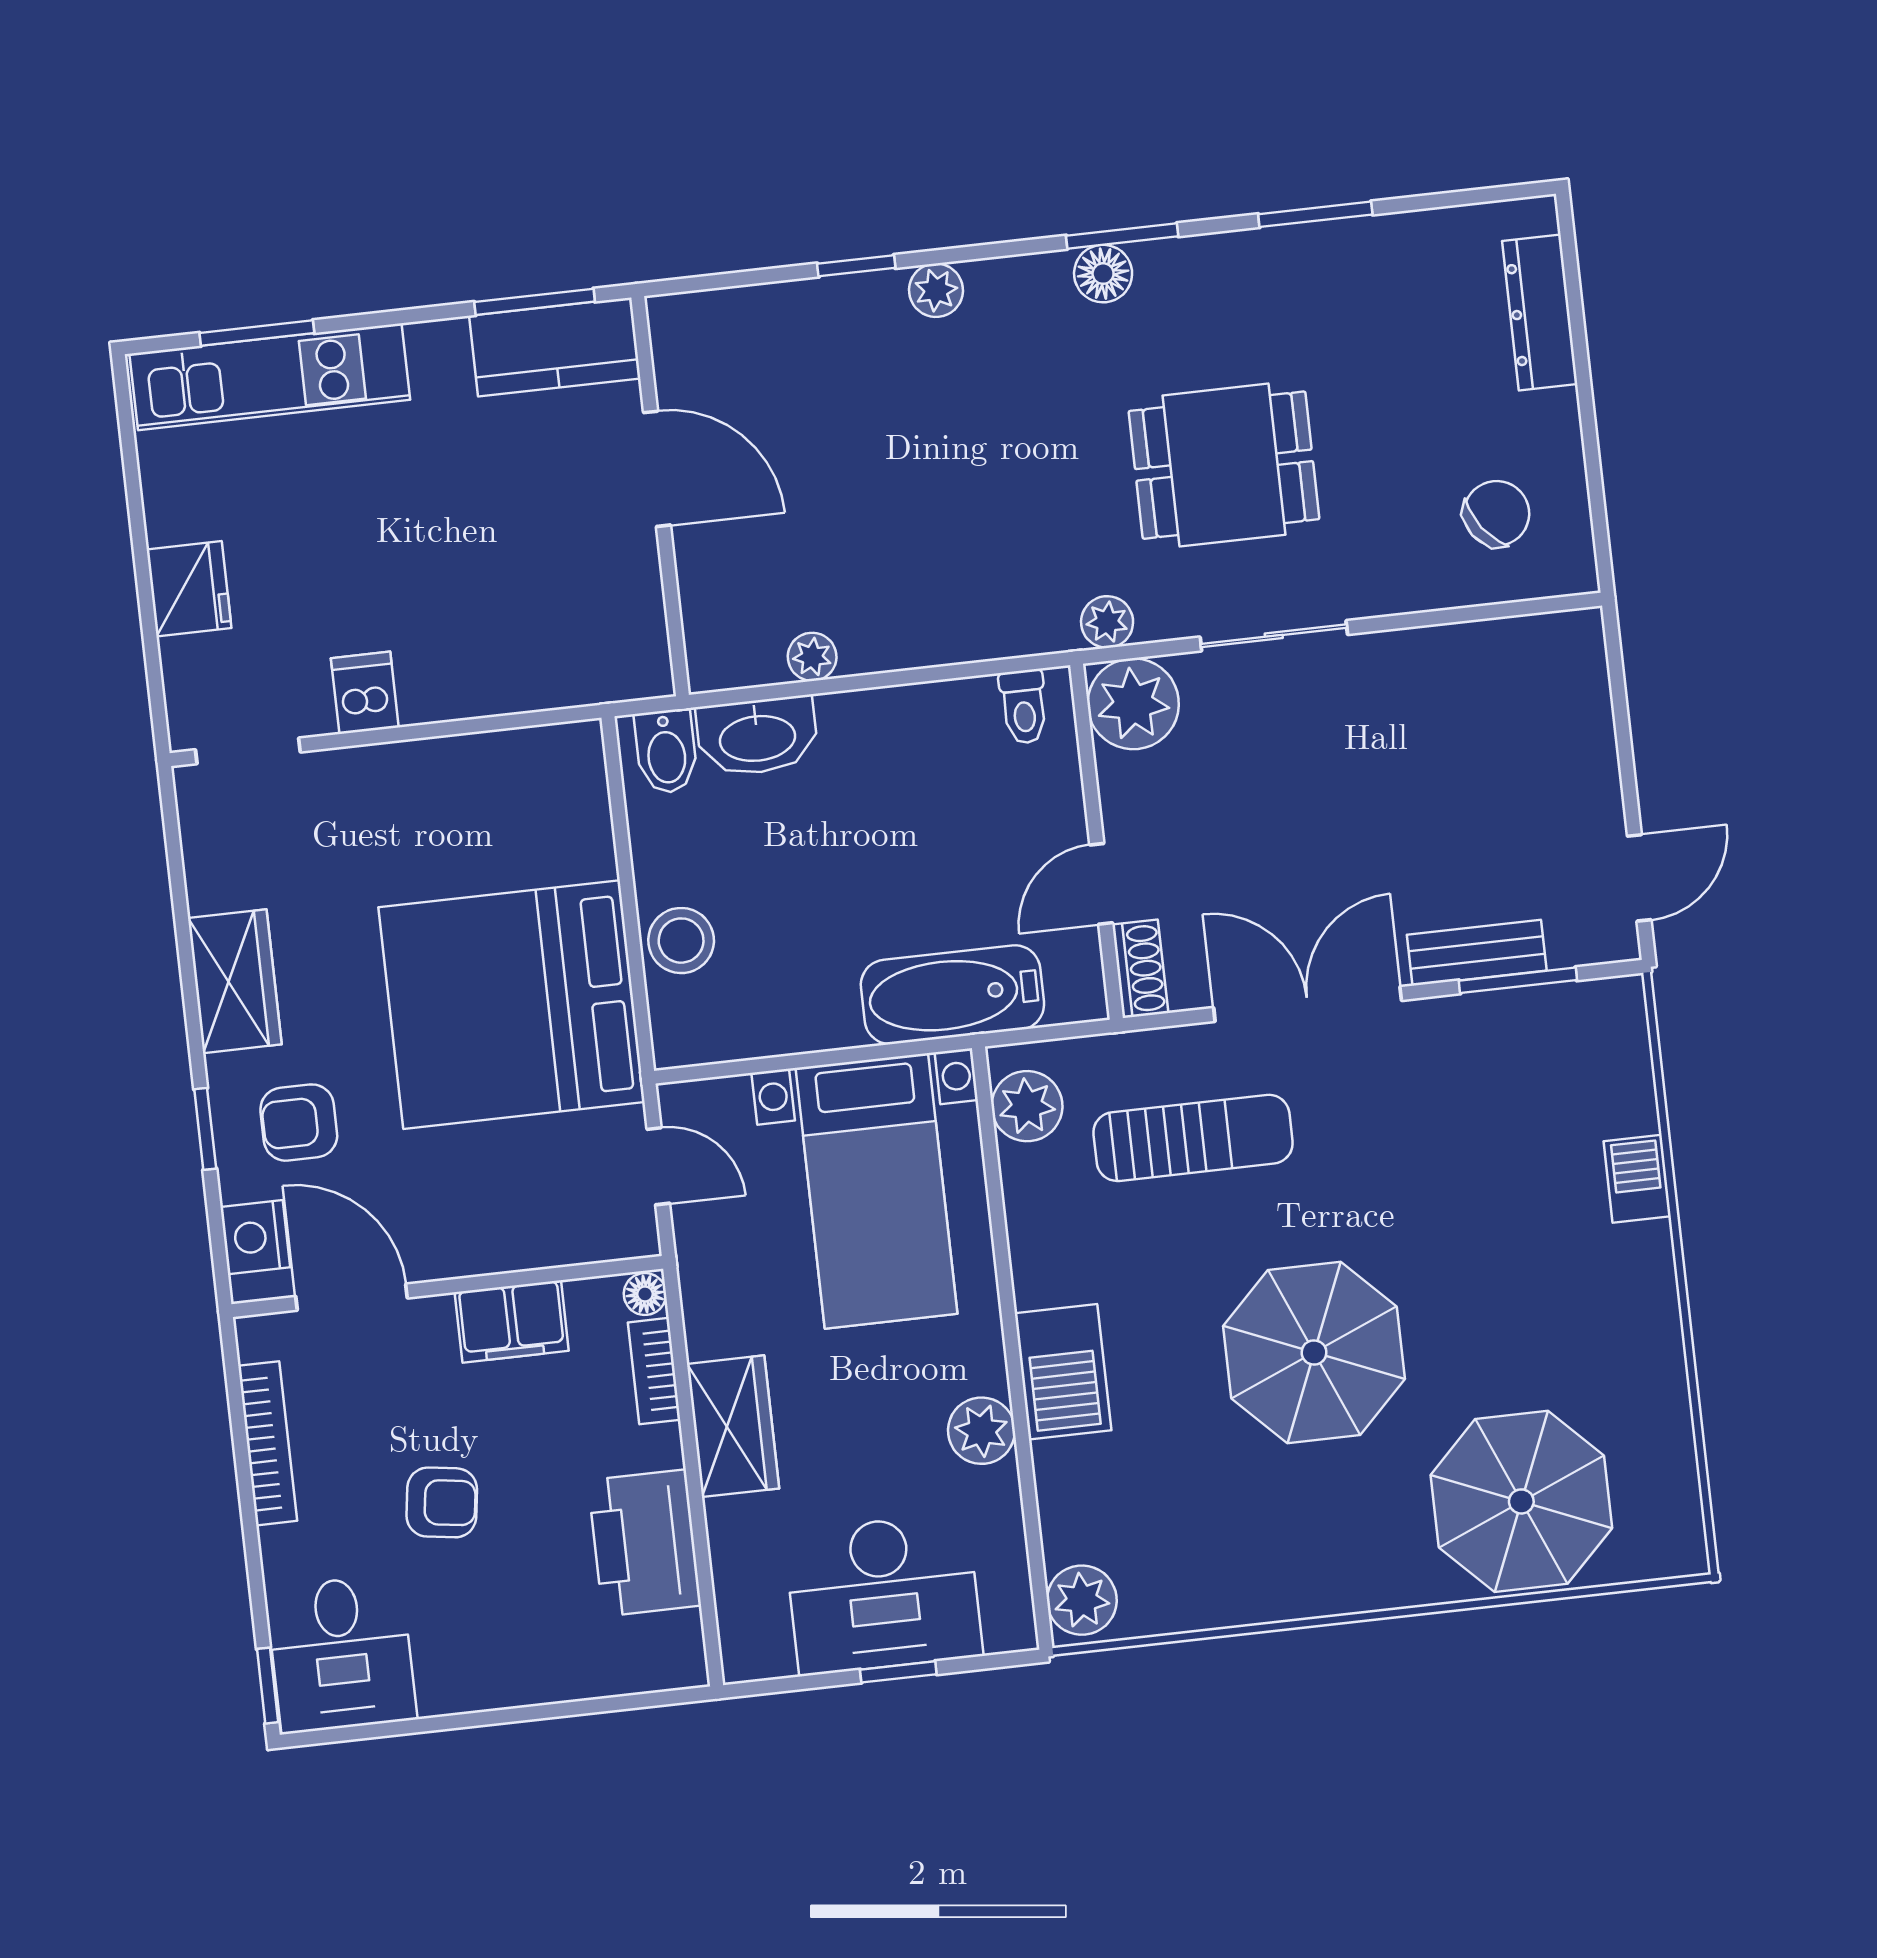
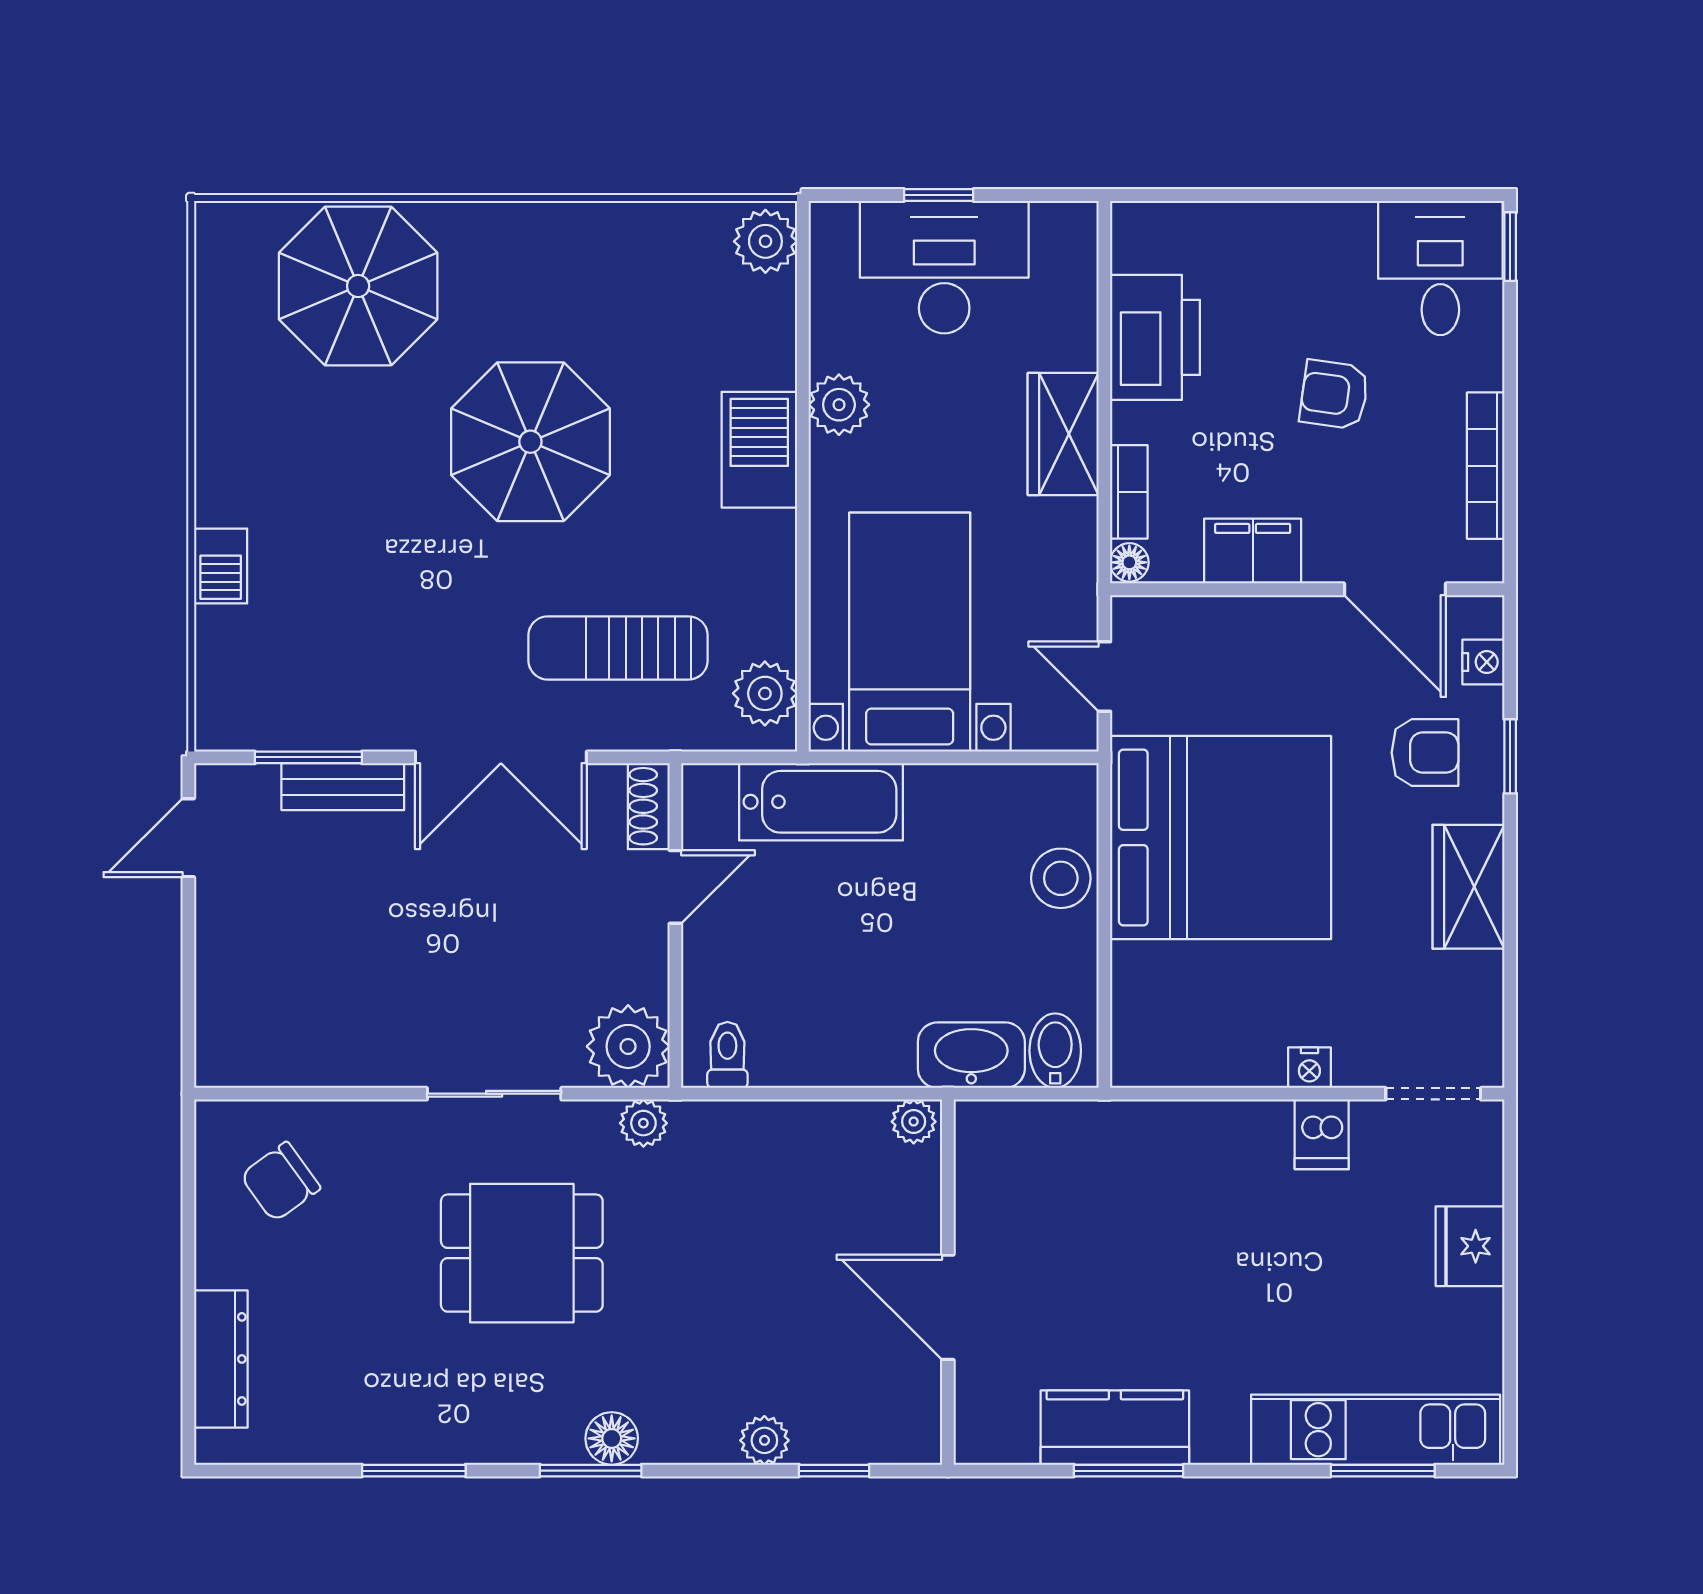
door: (657, 469) -> (948, 1307), moved
wall: (660, 496) -> (948, 1282), moved
nightstand: (386, 764) -> (1309, 1068), added
nightstand: (255, 1237) -> (1483, 662), width x0.72, depth x0.74

